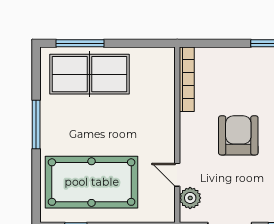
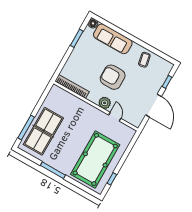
door: (177, 175) -> (115, 117), swing flipped
plant: (190, 198) -> (105, 103), moved

